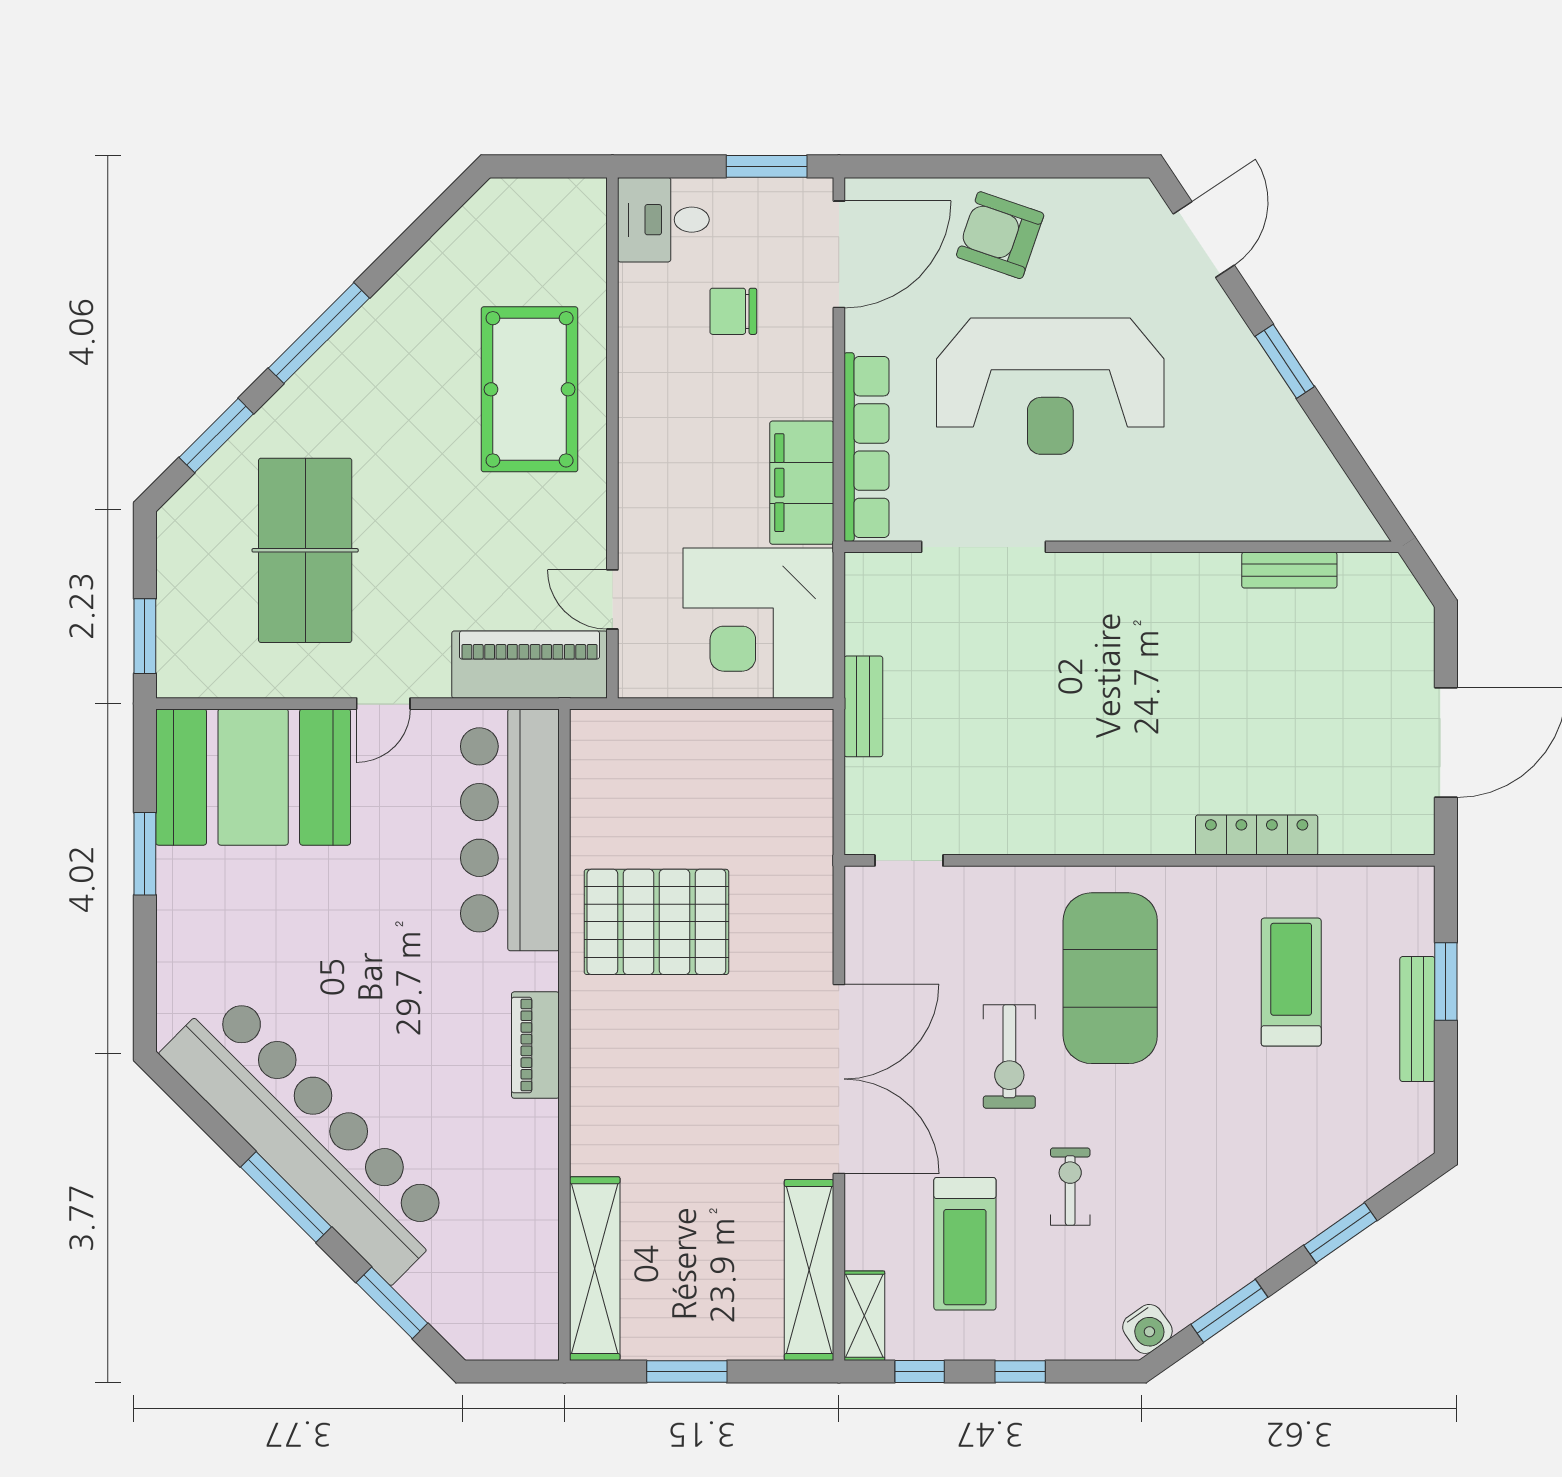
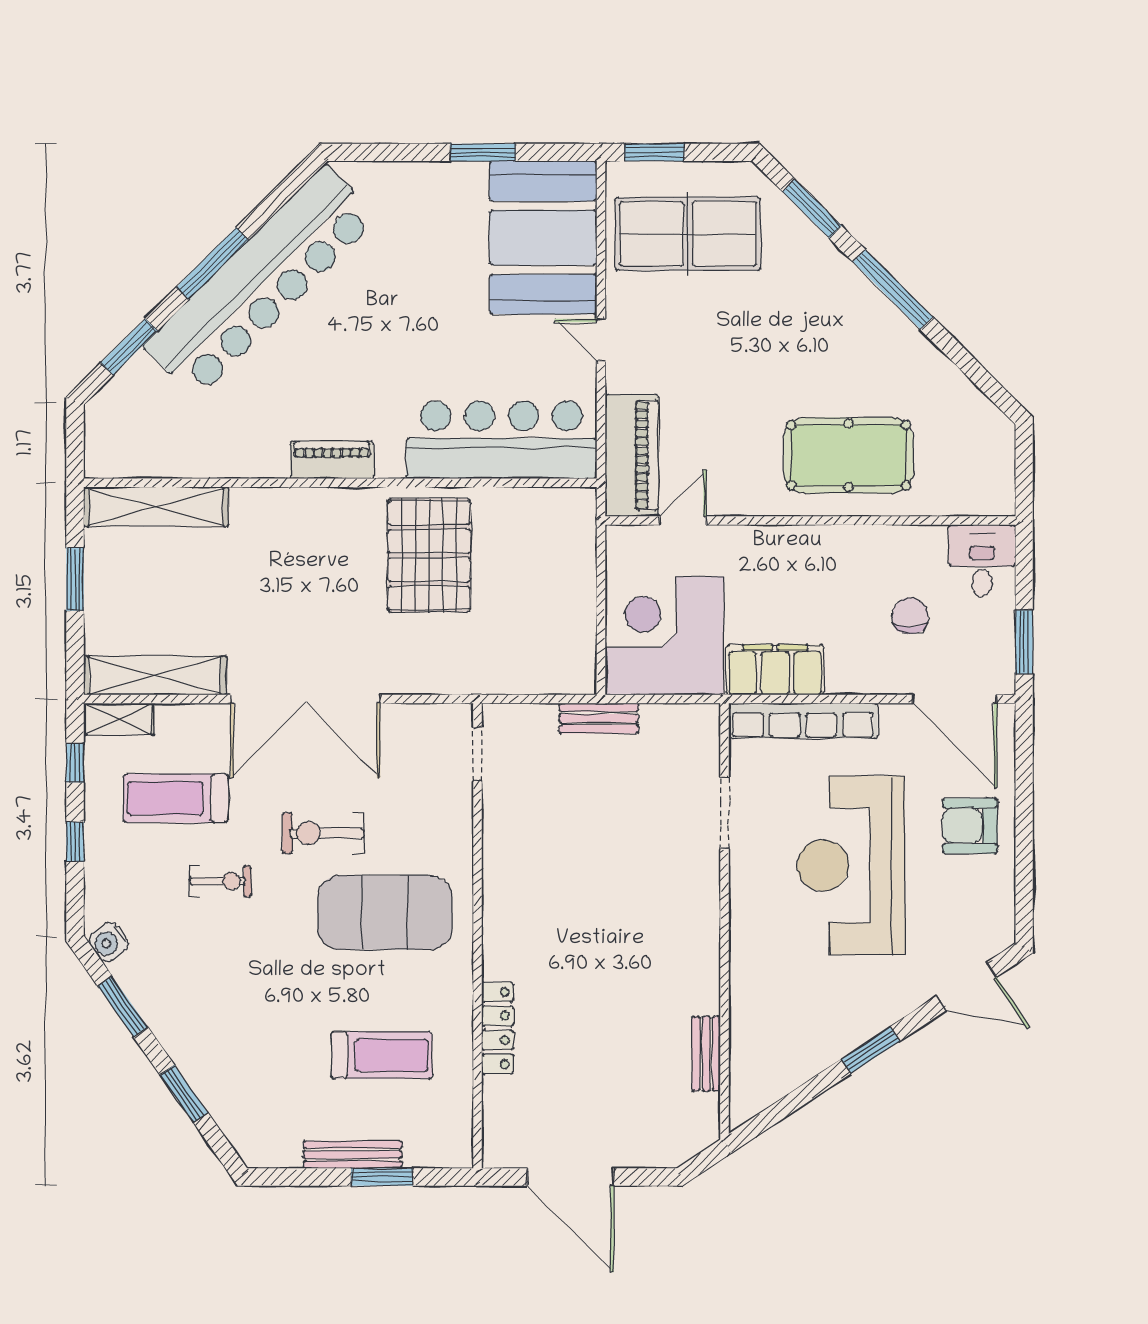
armchair: (1000, 235) -> (970, 826), turned -109
doorway: (983, 547) -> (725, 813), width x0.73
table tennis table: (305, 550) -> (688, 234), moved

